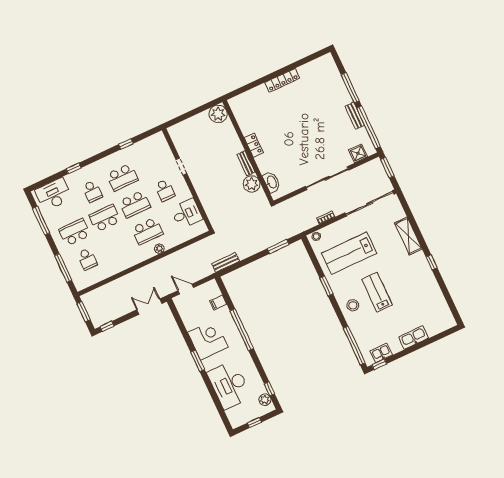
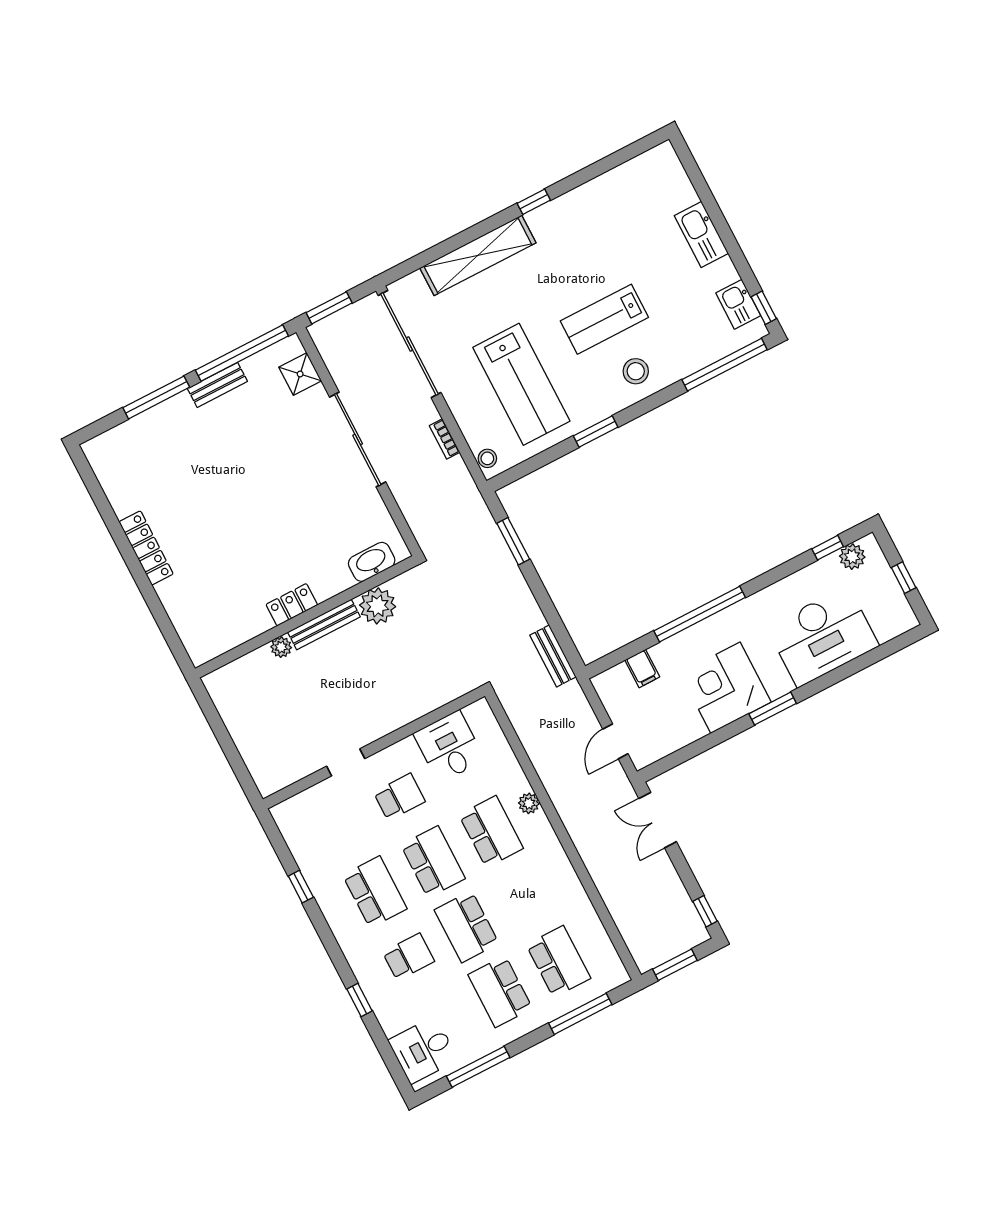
plant: (218, 114) -> (281, 647), moved, width x0.53, depth x0.53
bench: (246, 163) -> (324, 624), width x1.36
desk: (54, 194) -> (423, 1050), width x0.73
shelving: (408, 236) -> (478, 255), width x1.47
school desk: (87, 259) -> (558, 961), width x1.85

